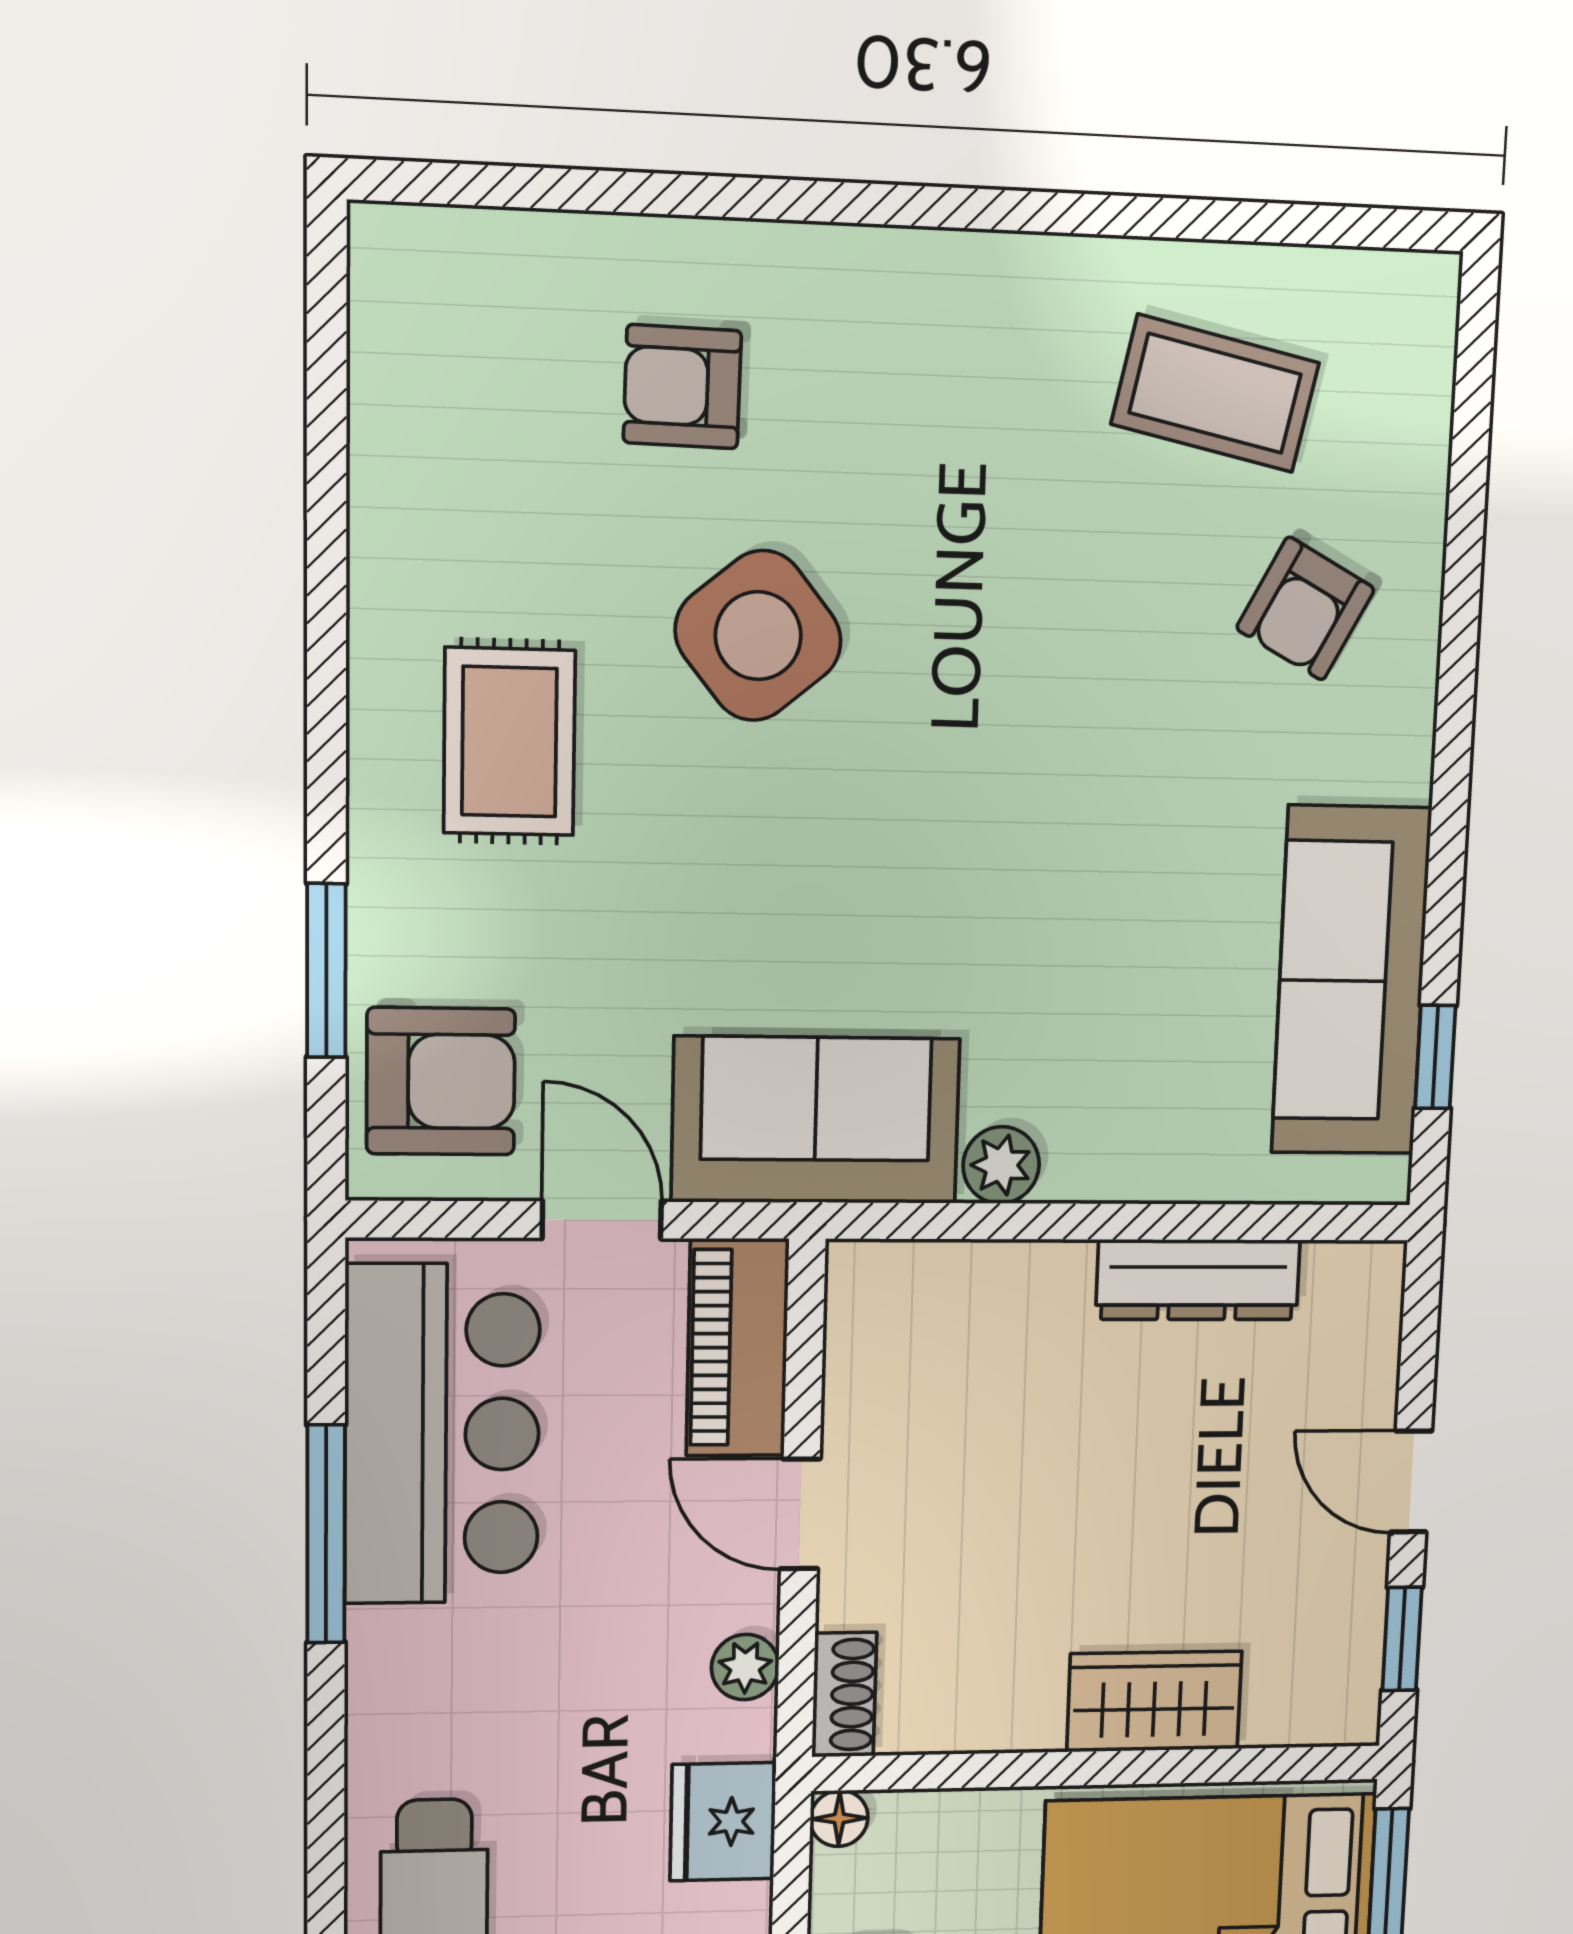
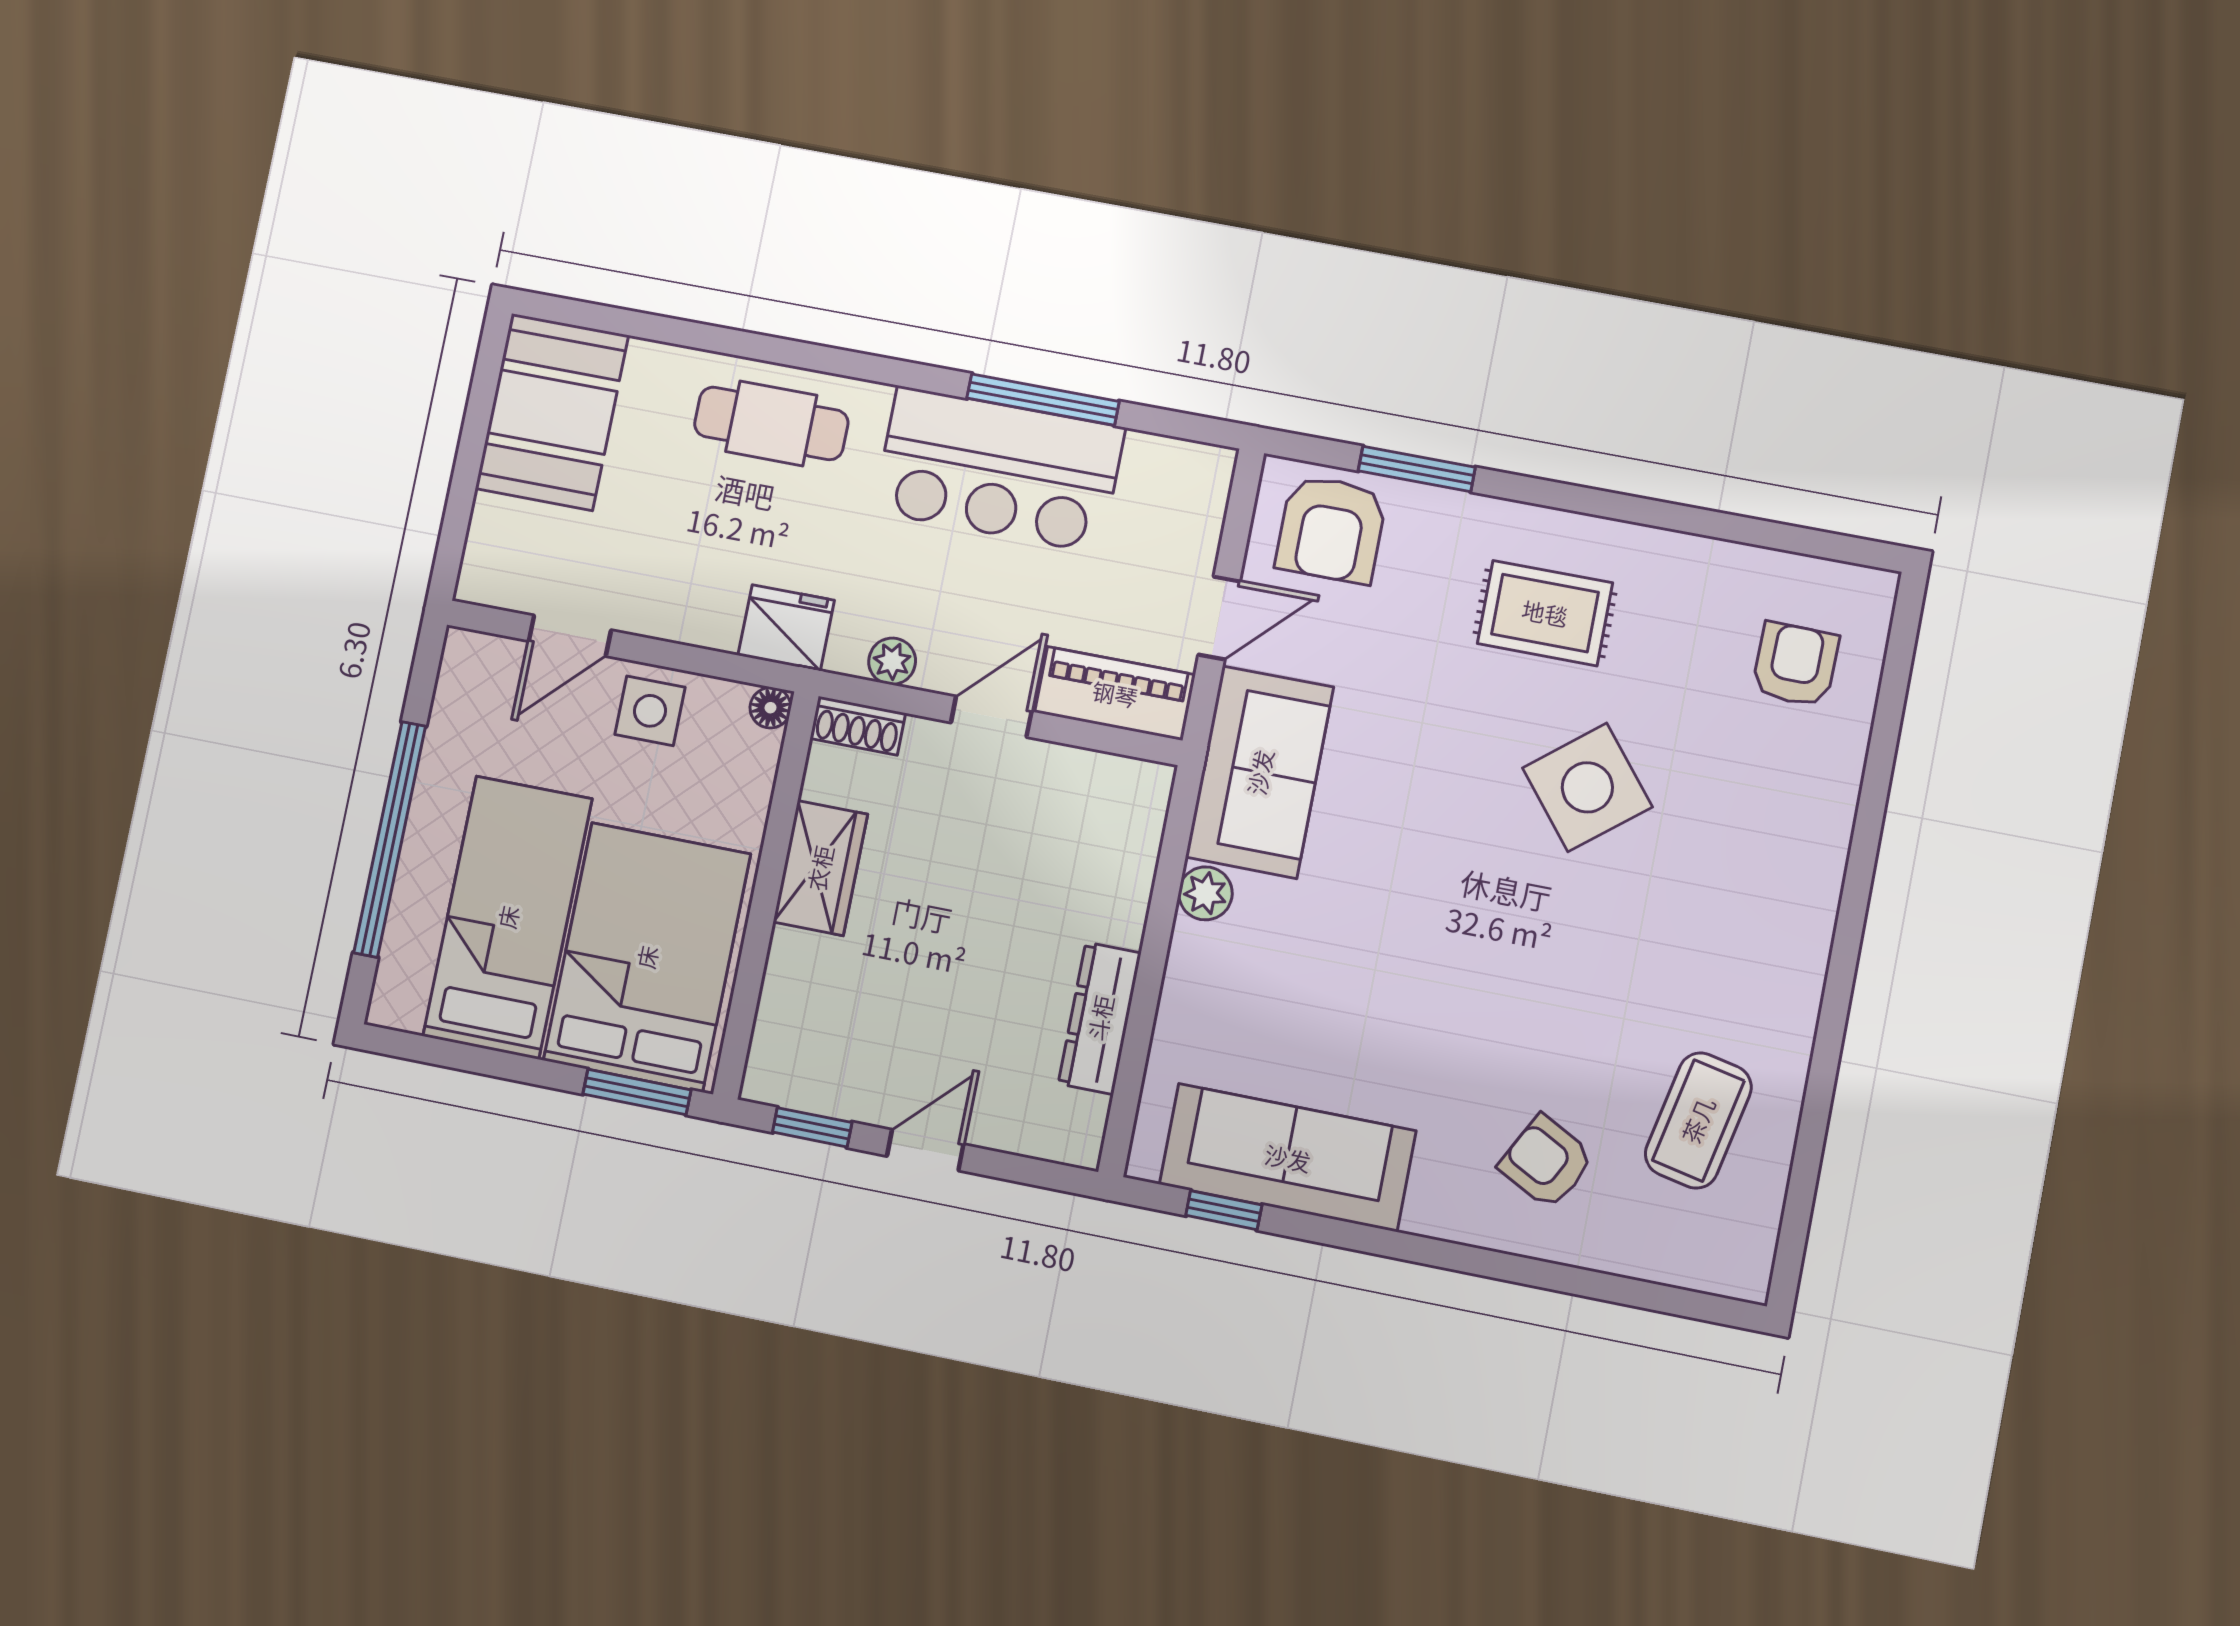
armchair: (682, 387) -> (1795, 665), moved
bar counter: (442, 1434) -> (999, 469), moved
wardrobe: (1154, 1701) -> (820, 868), moved

